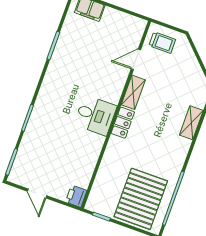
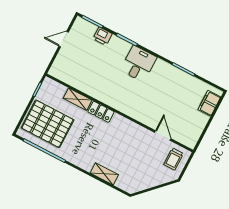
shelving: (133, 92) -> (78, 99), moved
desk: (95, 115) -> (139, 64), moved, turned 180
locker: (123, 123) -> (101, 112), moved
printer: (76, 196) -> (103, 36), moved, turned 180

